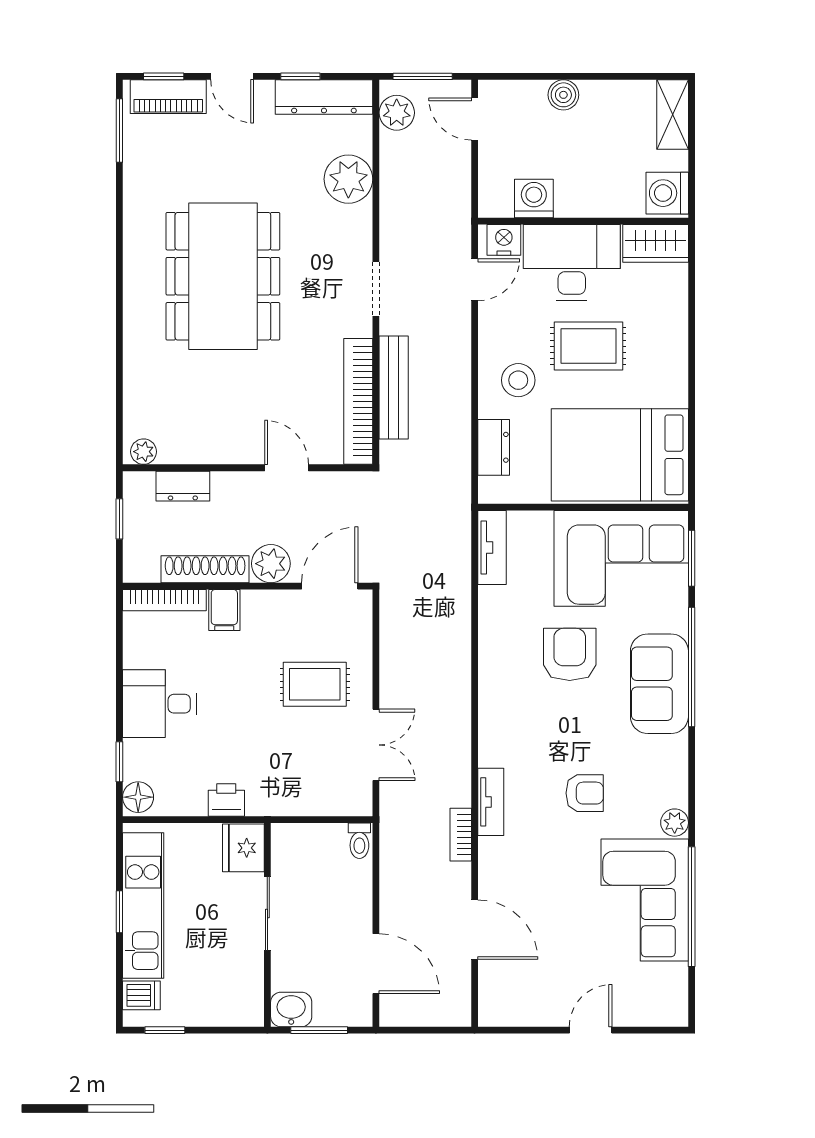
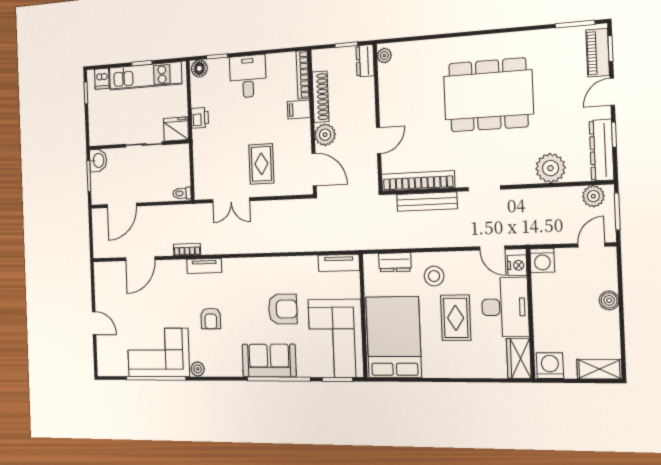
washing machine: (534, 199) -> (542, 260), moved, turned 90
dresser: (183, 486) -> (365, 61), moved

